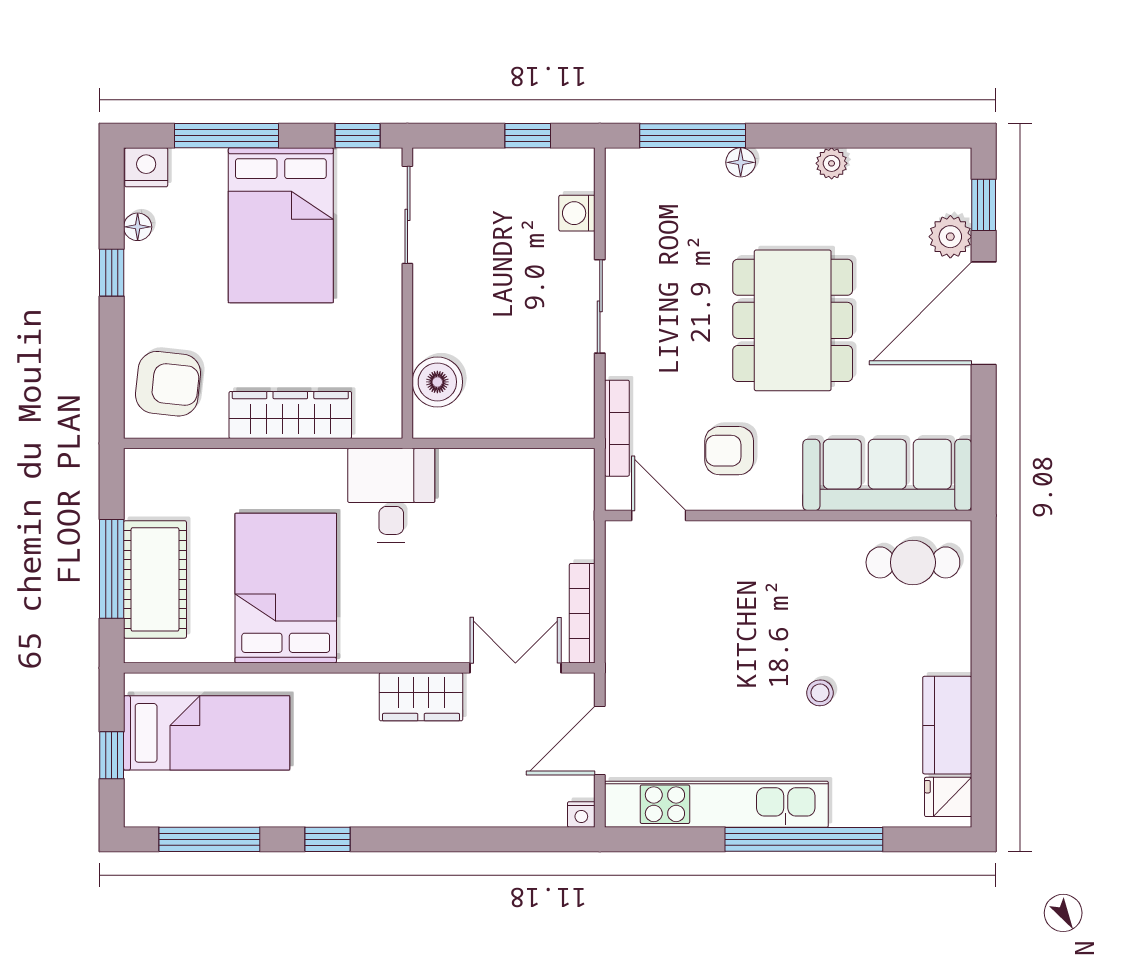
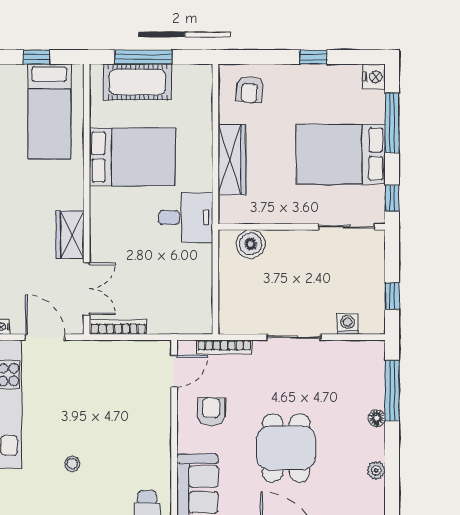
floor lamp: (138, 227) -> (340, 72), removed
dining table: (793, 320) -> (286, 448), width x0.73
armchair: (168, 384) -> (250, 89), width x0.72, depth x0.72

